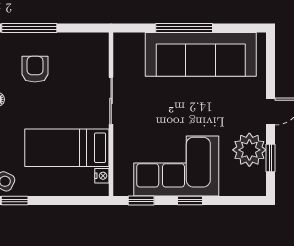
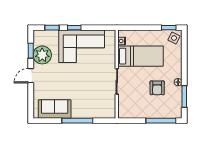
sofa: (201, 54) -> (55, 109), width x0.54, depth x0.79
armchair: (35, 69) -> (157, 88), moved
window: (141, 201) -> (52, 28), moved

